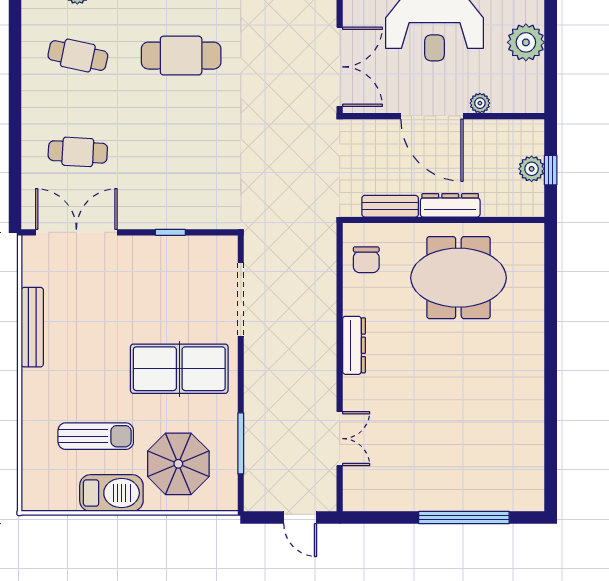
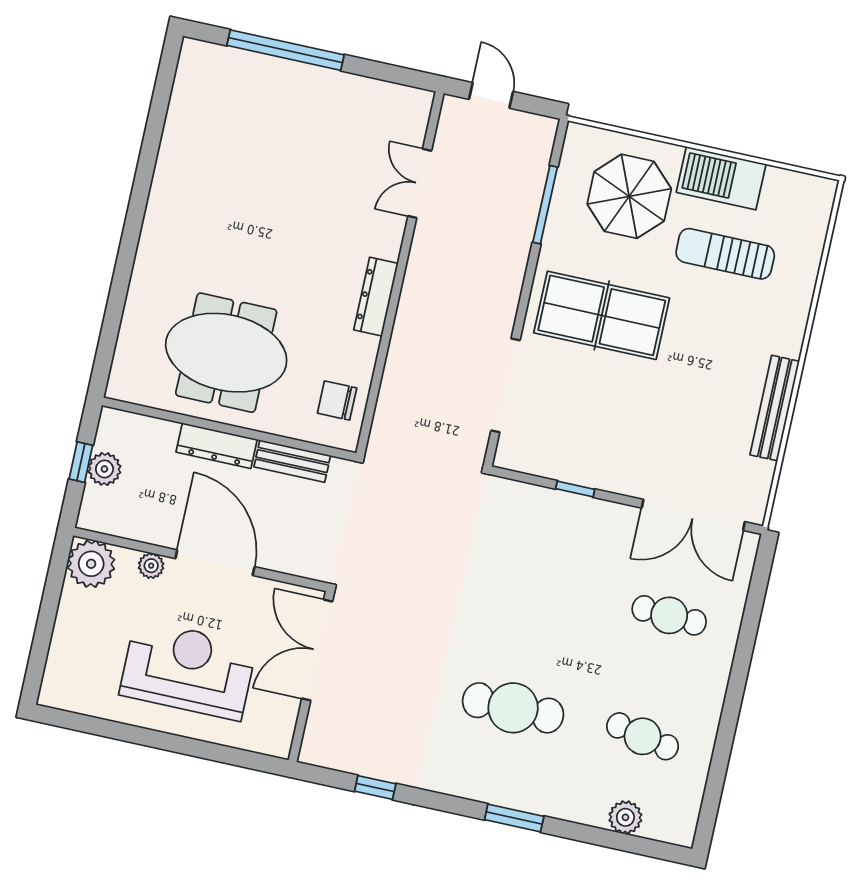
plant: (526, 42) -> (91, 564), moved
chair: (366, 260) -> (337, 401), turned -90

